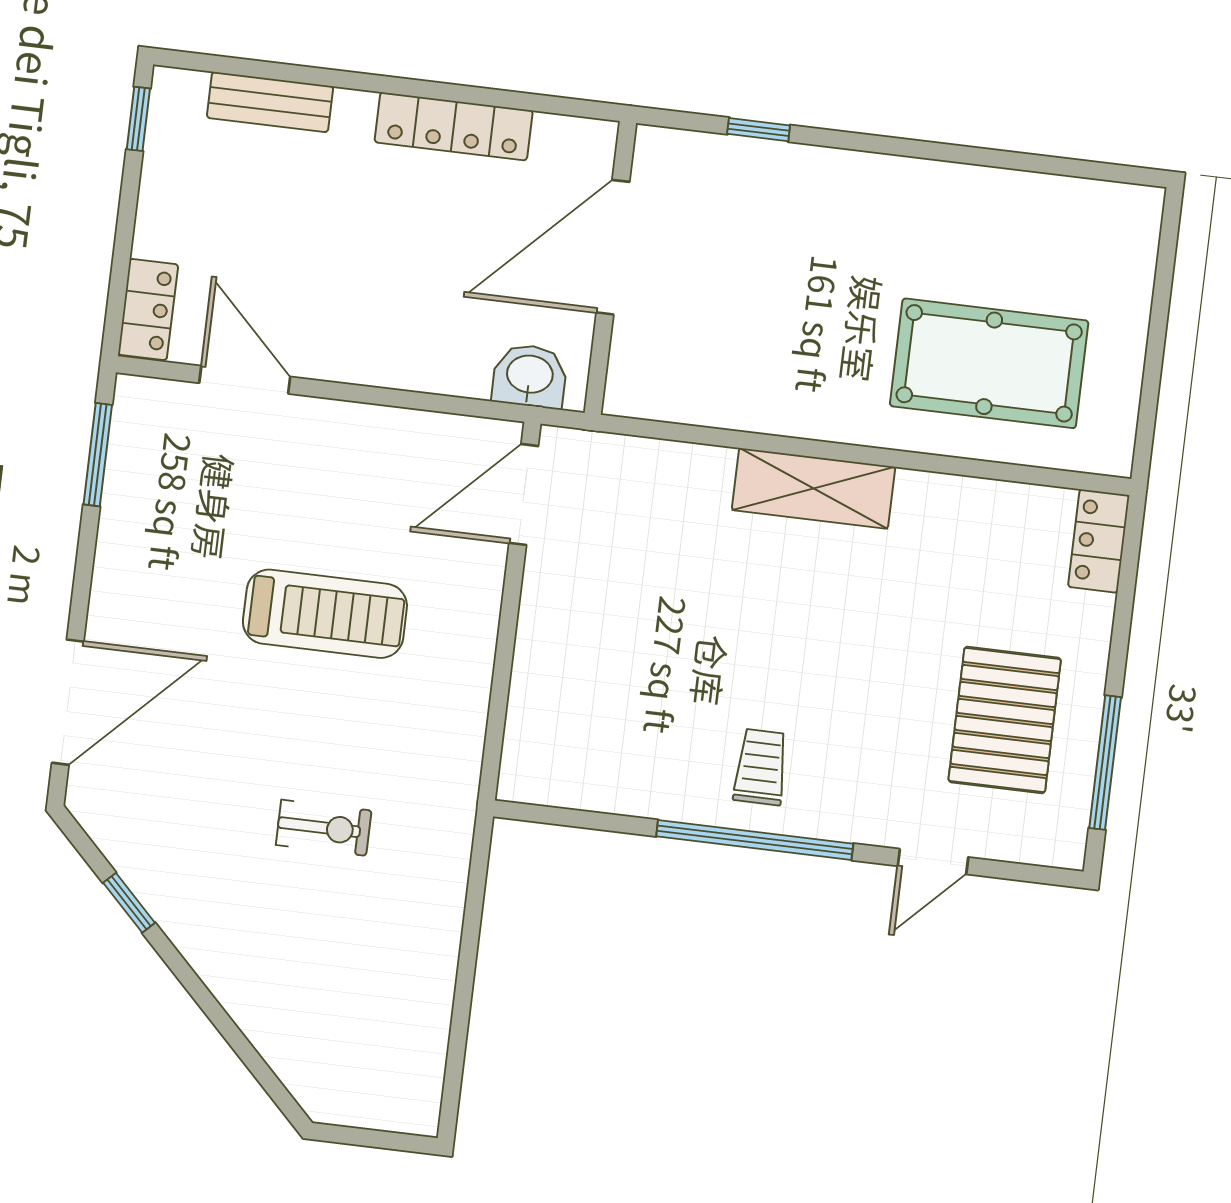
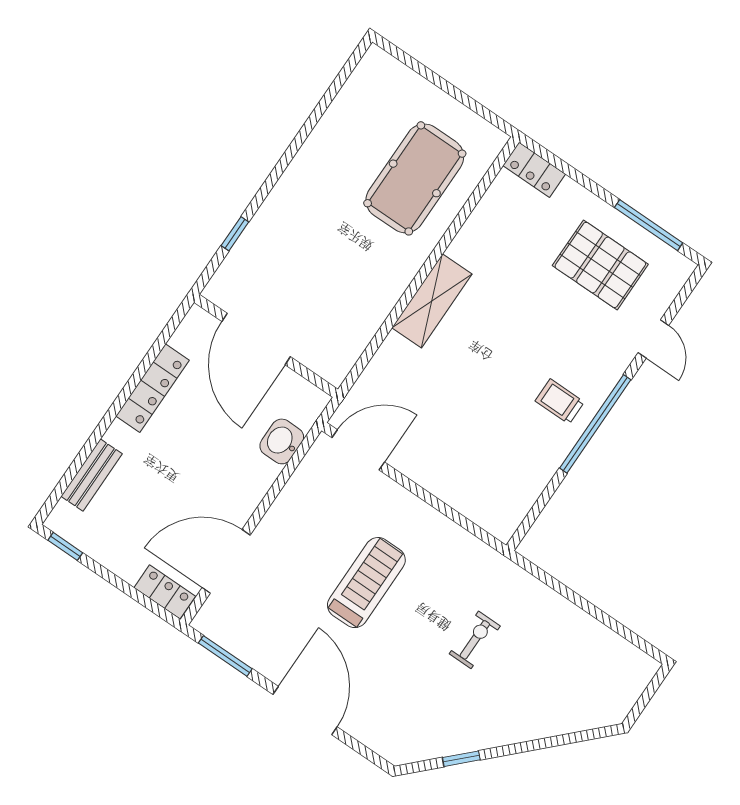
washbasin: (530, 376) -> (282, 441), moved
door: (245, 380) -> (226, 561), width x1.36
door: (524, 495) -> (358, 450), swing flipped
door: (68, 702) -> (305, 711), moved

